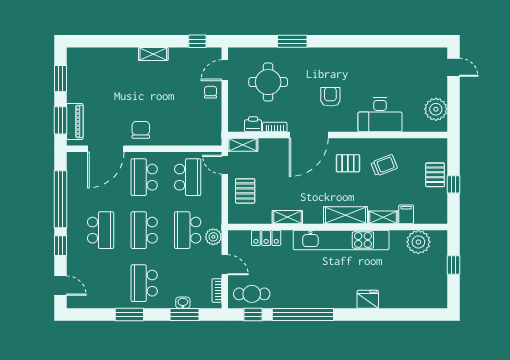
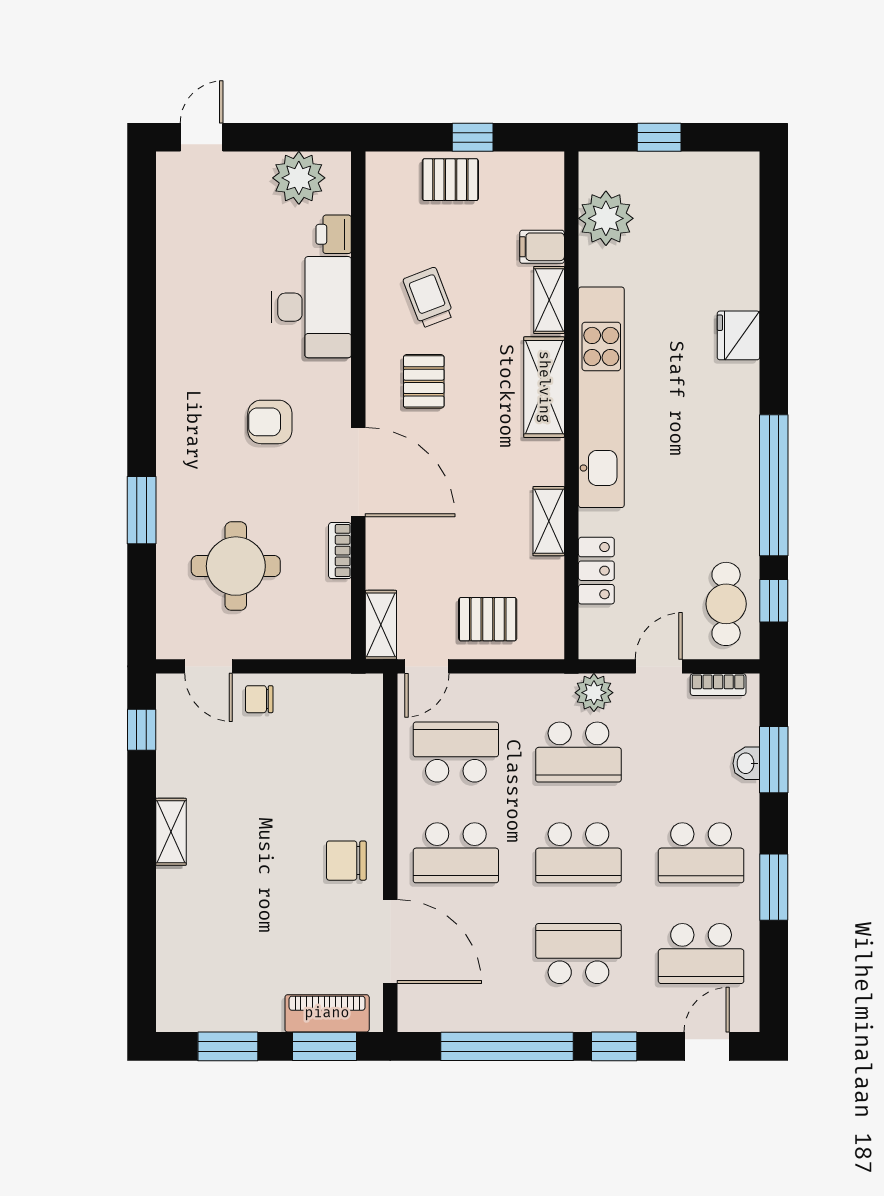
printer: (253, 124) -> (334, 234), moved
school desk: (101, 283) -> (701, 954), added

